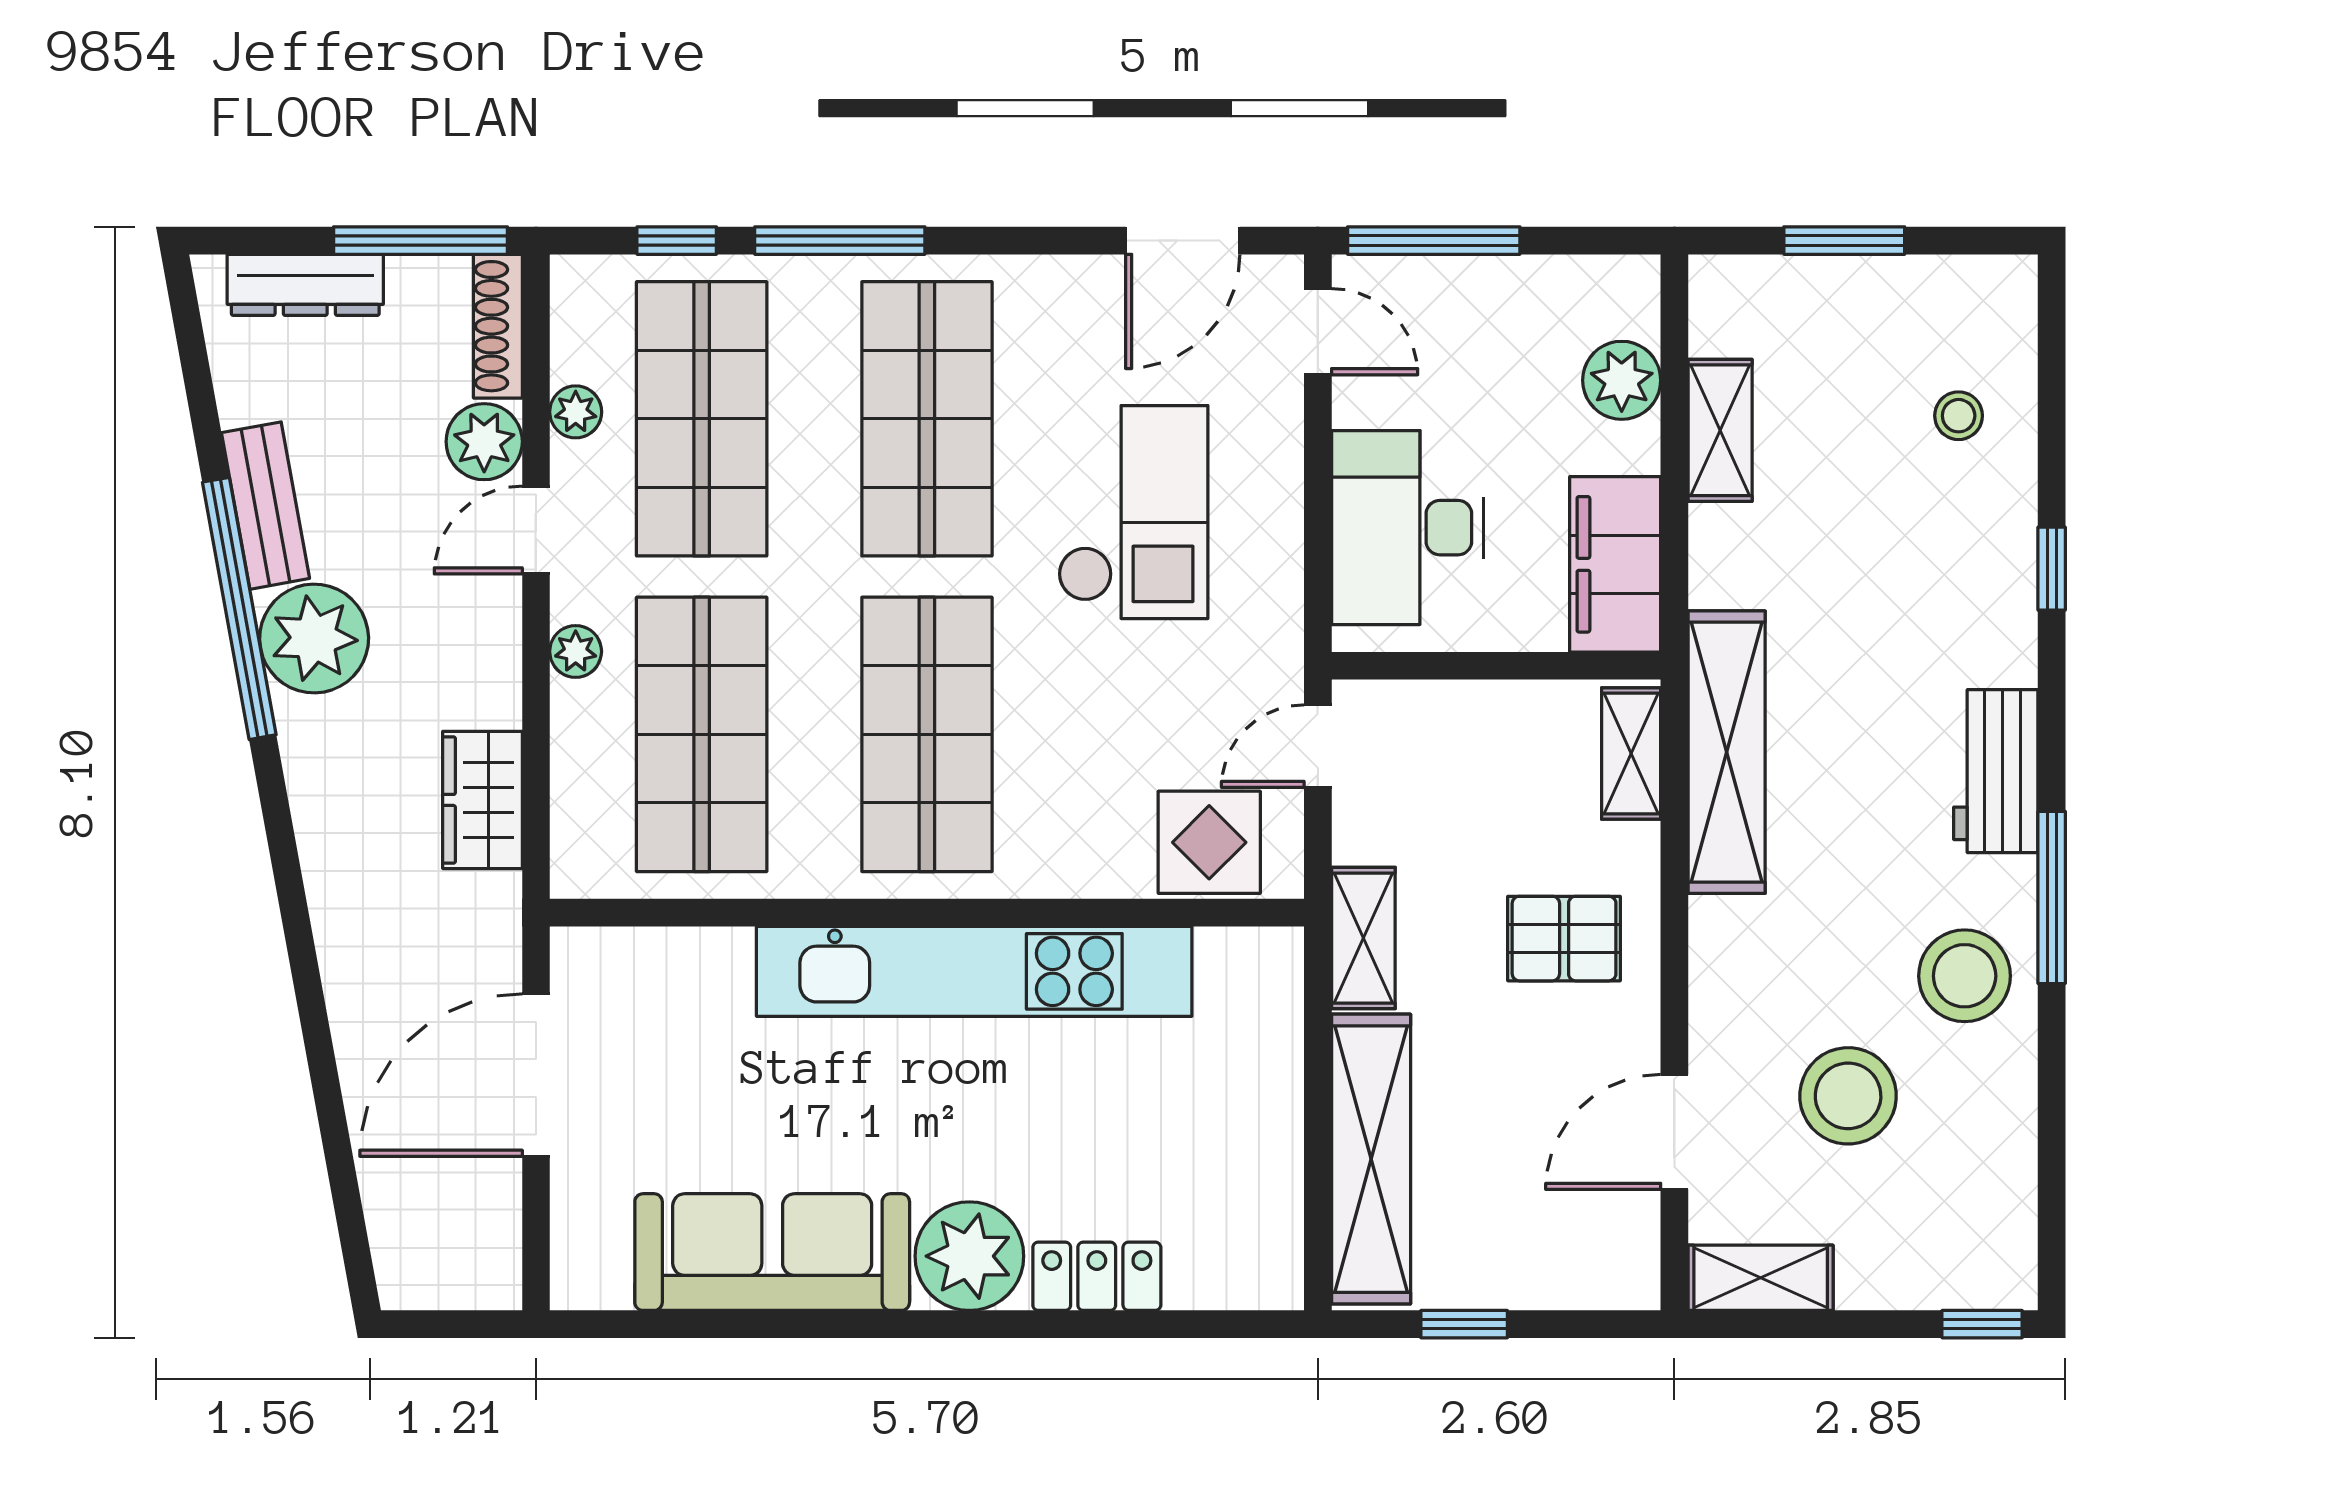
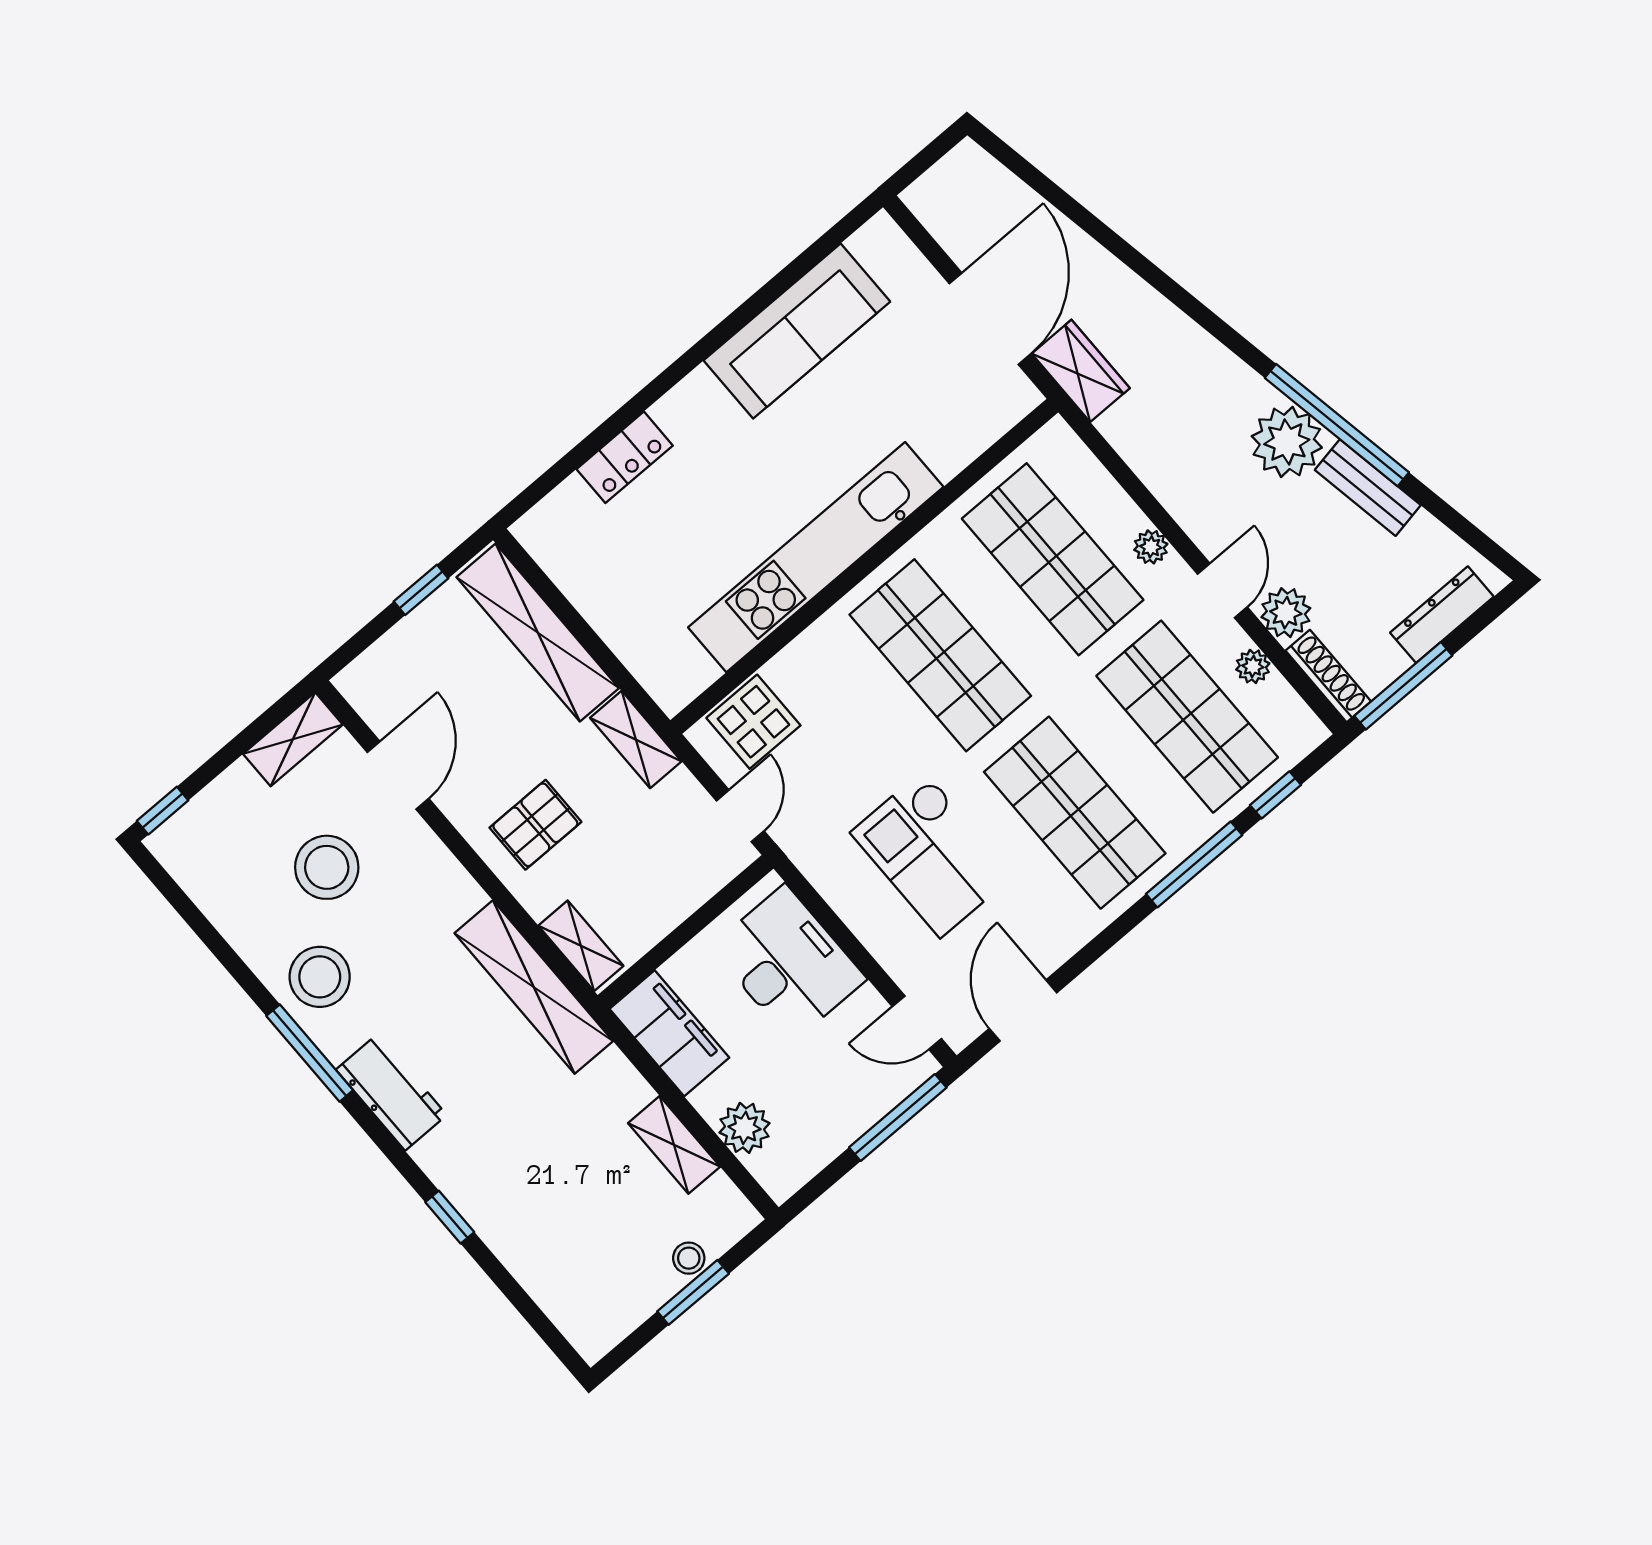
stool: (1959, 416) -> (689, 1258), moved
wardrobe: (482, 800) -> (1081, 371), moved
plant: (969, 1256) -> (697, 413), removed

